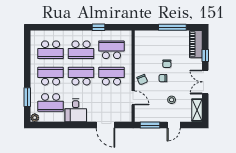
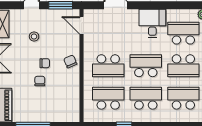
school desk: (111, 50) -> (108, 98), turned 180
school desk: (81, 76) -> (146, 66), turned 180
door: (133, 98) -> (82, 25), moved

